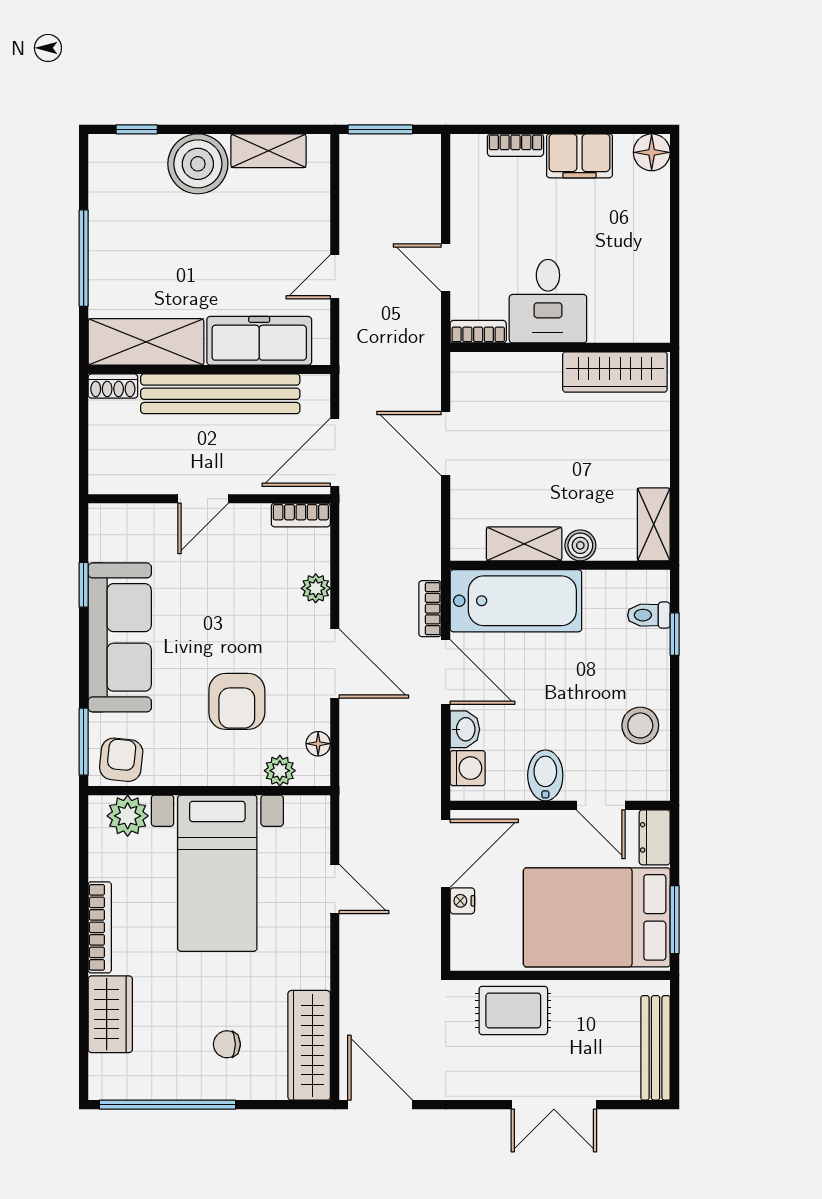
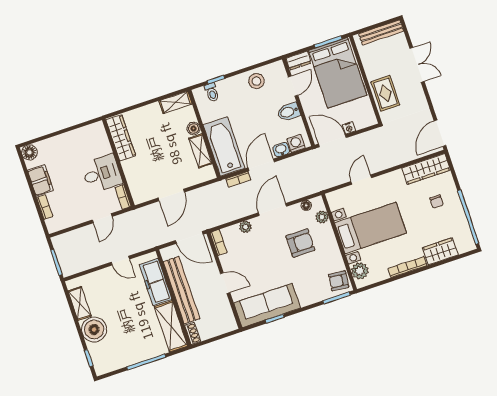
sofa: (120, 637) -> (267, 305), moved

